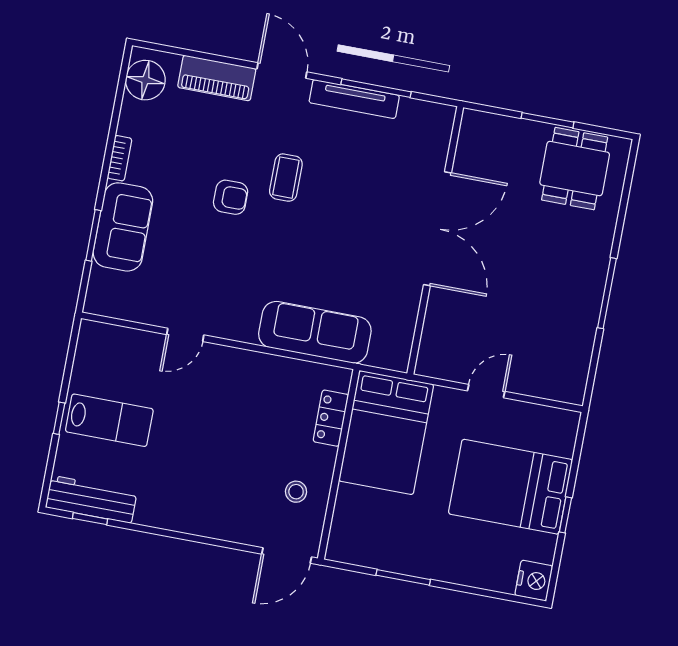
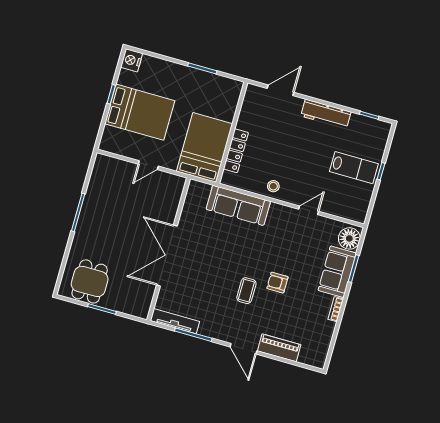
floor lamp: (145, 80) -> (349, 238), moved
tv unit: (354, 99) -> (175, 321), moved
locker: (331, 418) -> (236, 151), width x1.53
lab bench: (109, 420) -> (354, 168), turned 180
stool: (296, 492) -> (273, 186), moved
workbench: (91, 499) -> (326, 114), moved
door: (287, 555) -> (281, 90), moved

